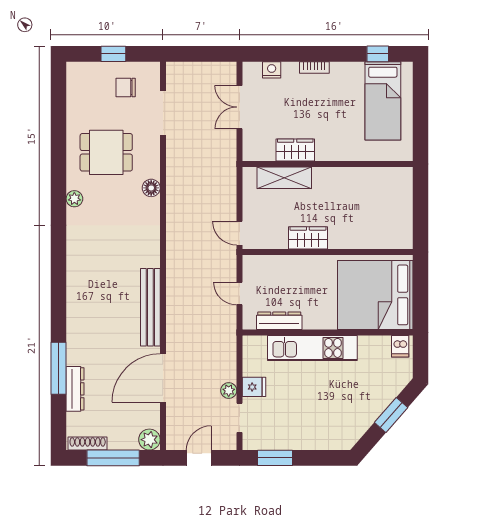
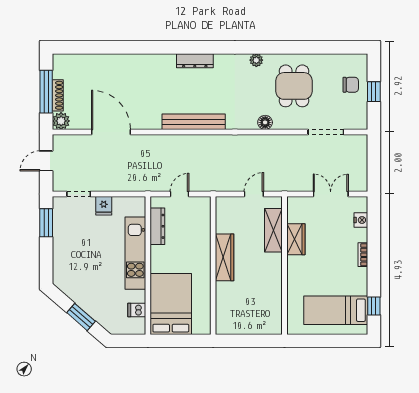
chair: (126, 88) -> (351, 85), moved, turned 90
door: (240, 233) -> (254, 194), moved
wardrobe: (308, 238) -> (225, 257), width x1.50
bed: (375, 295) -> (171, 304), width x0.73
bench: (150, 307) -> (194, 122), moved
dishwasher: (400, 346) -> (137, 310), moved
window: (59, 368) -> (119, 47), removed
dresser: (75, 389) -> (195, 61), moved
plant: (229, 390) -> (101, 185), removed
shoe rack: (88, 444) -> (58, 95), moved
door: (199, 458) -> (46, 161), swing flipped

